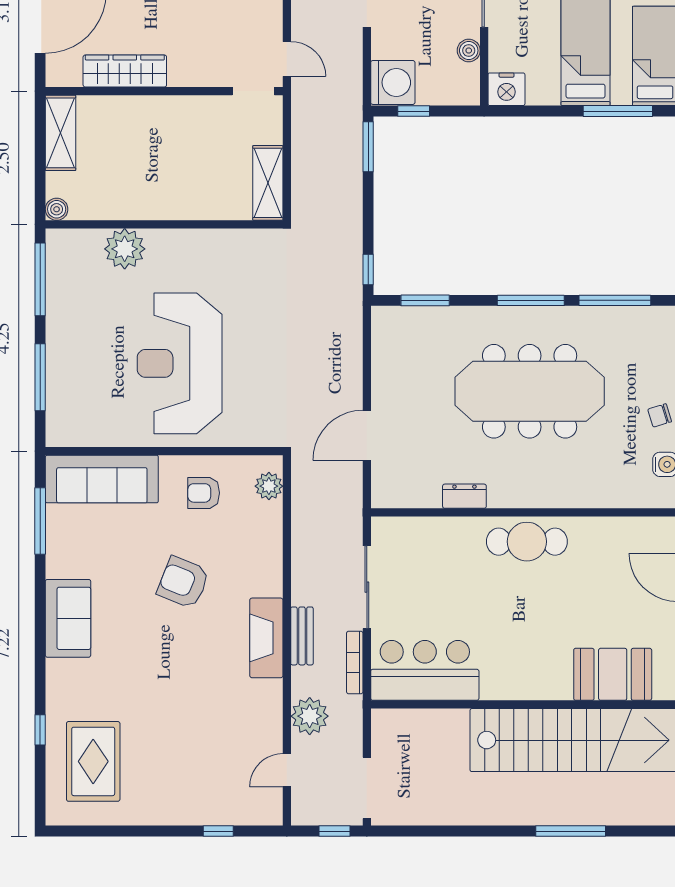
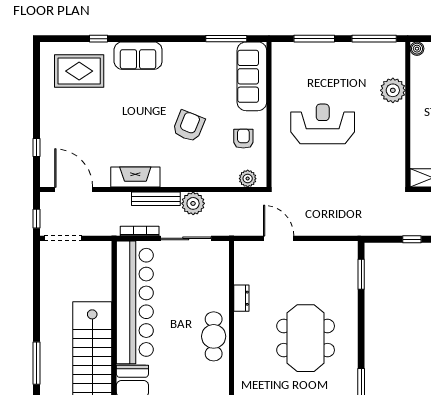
window: (368, 269) -> (412, 239), moved
window: (531, 300) -> (361, 339), removed
reception desk: (180, 363) -> (323, 124), width x0.74, depth x0.77
meeting table: (530, 391) -> (306, 338), width x0.73
sofa: (68, 618) -> (138, 56), moved
bench: (302, 636) -> (156, 199), width x1.36
fireplace: (266, 638) -> (135, 177), moved
bar counter: (425, 670) -> (135, 302), width x1.86
plant: (310, 716) -> (193, 203), moved
door: (287, 770) -> (74, 189), width x1.88

